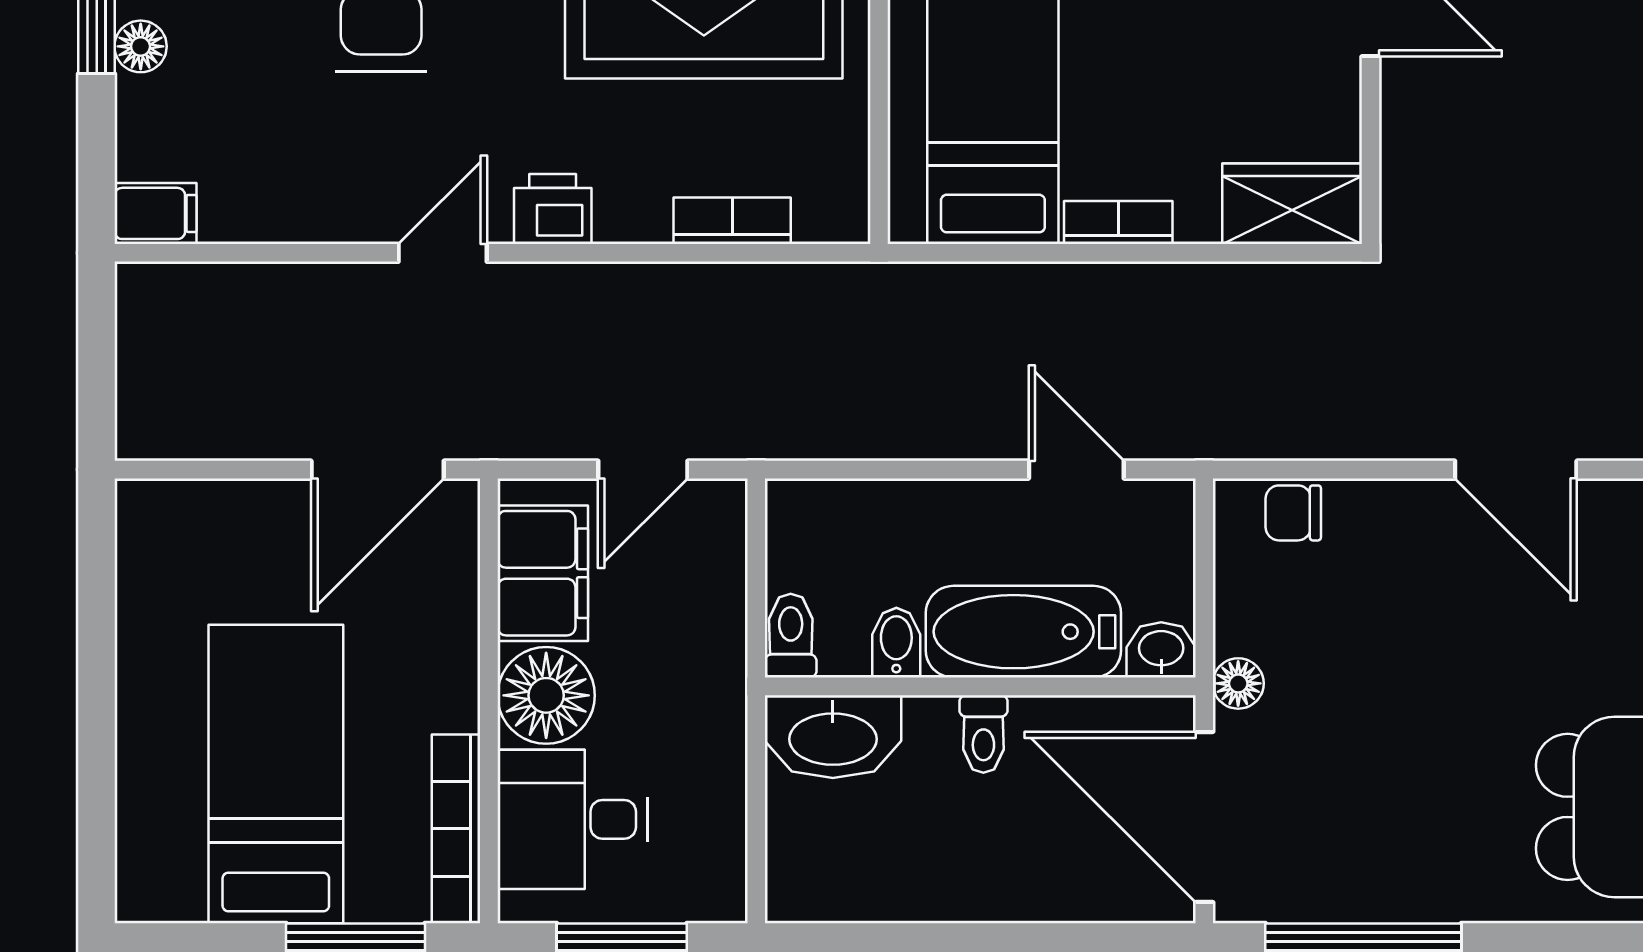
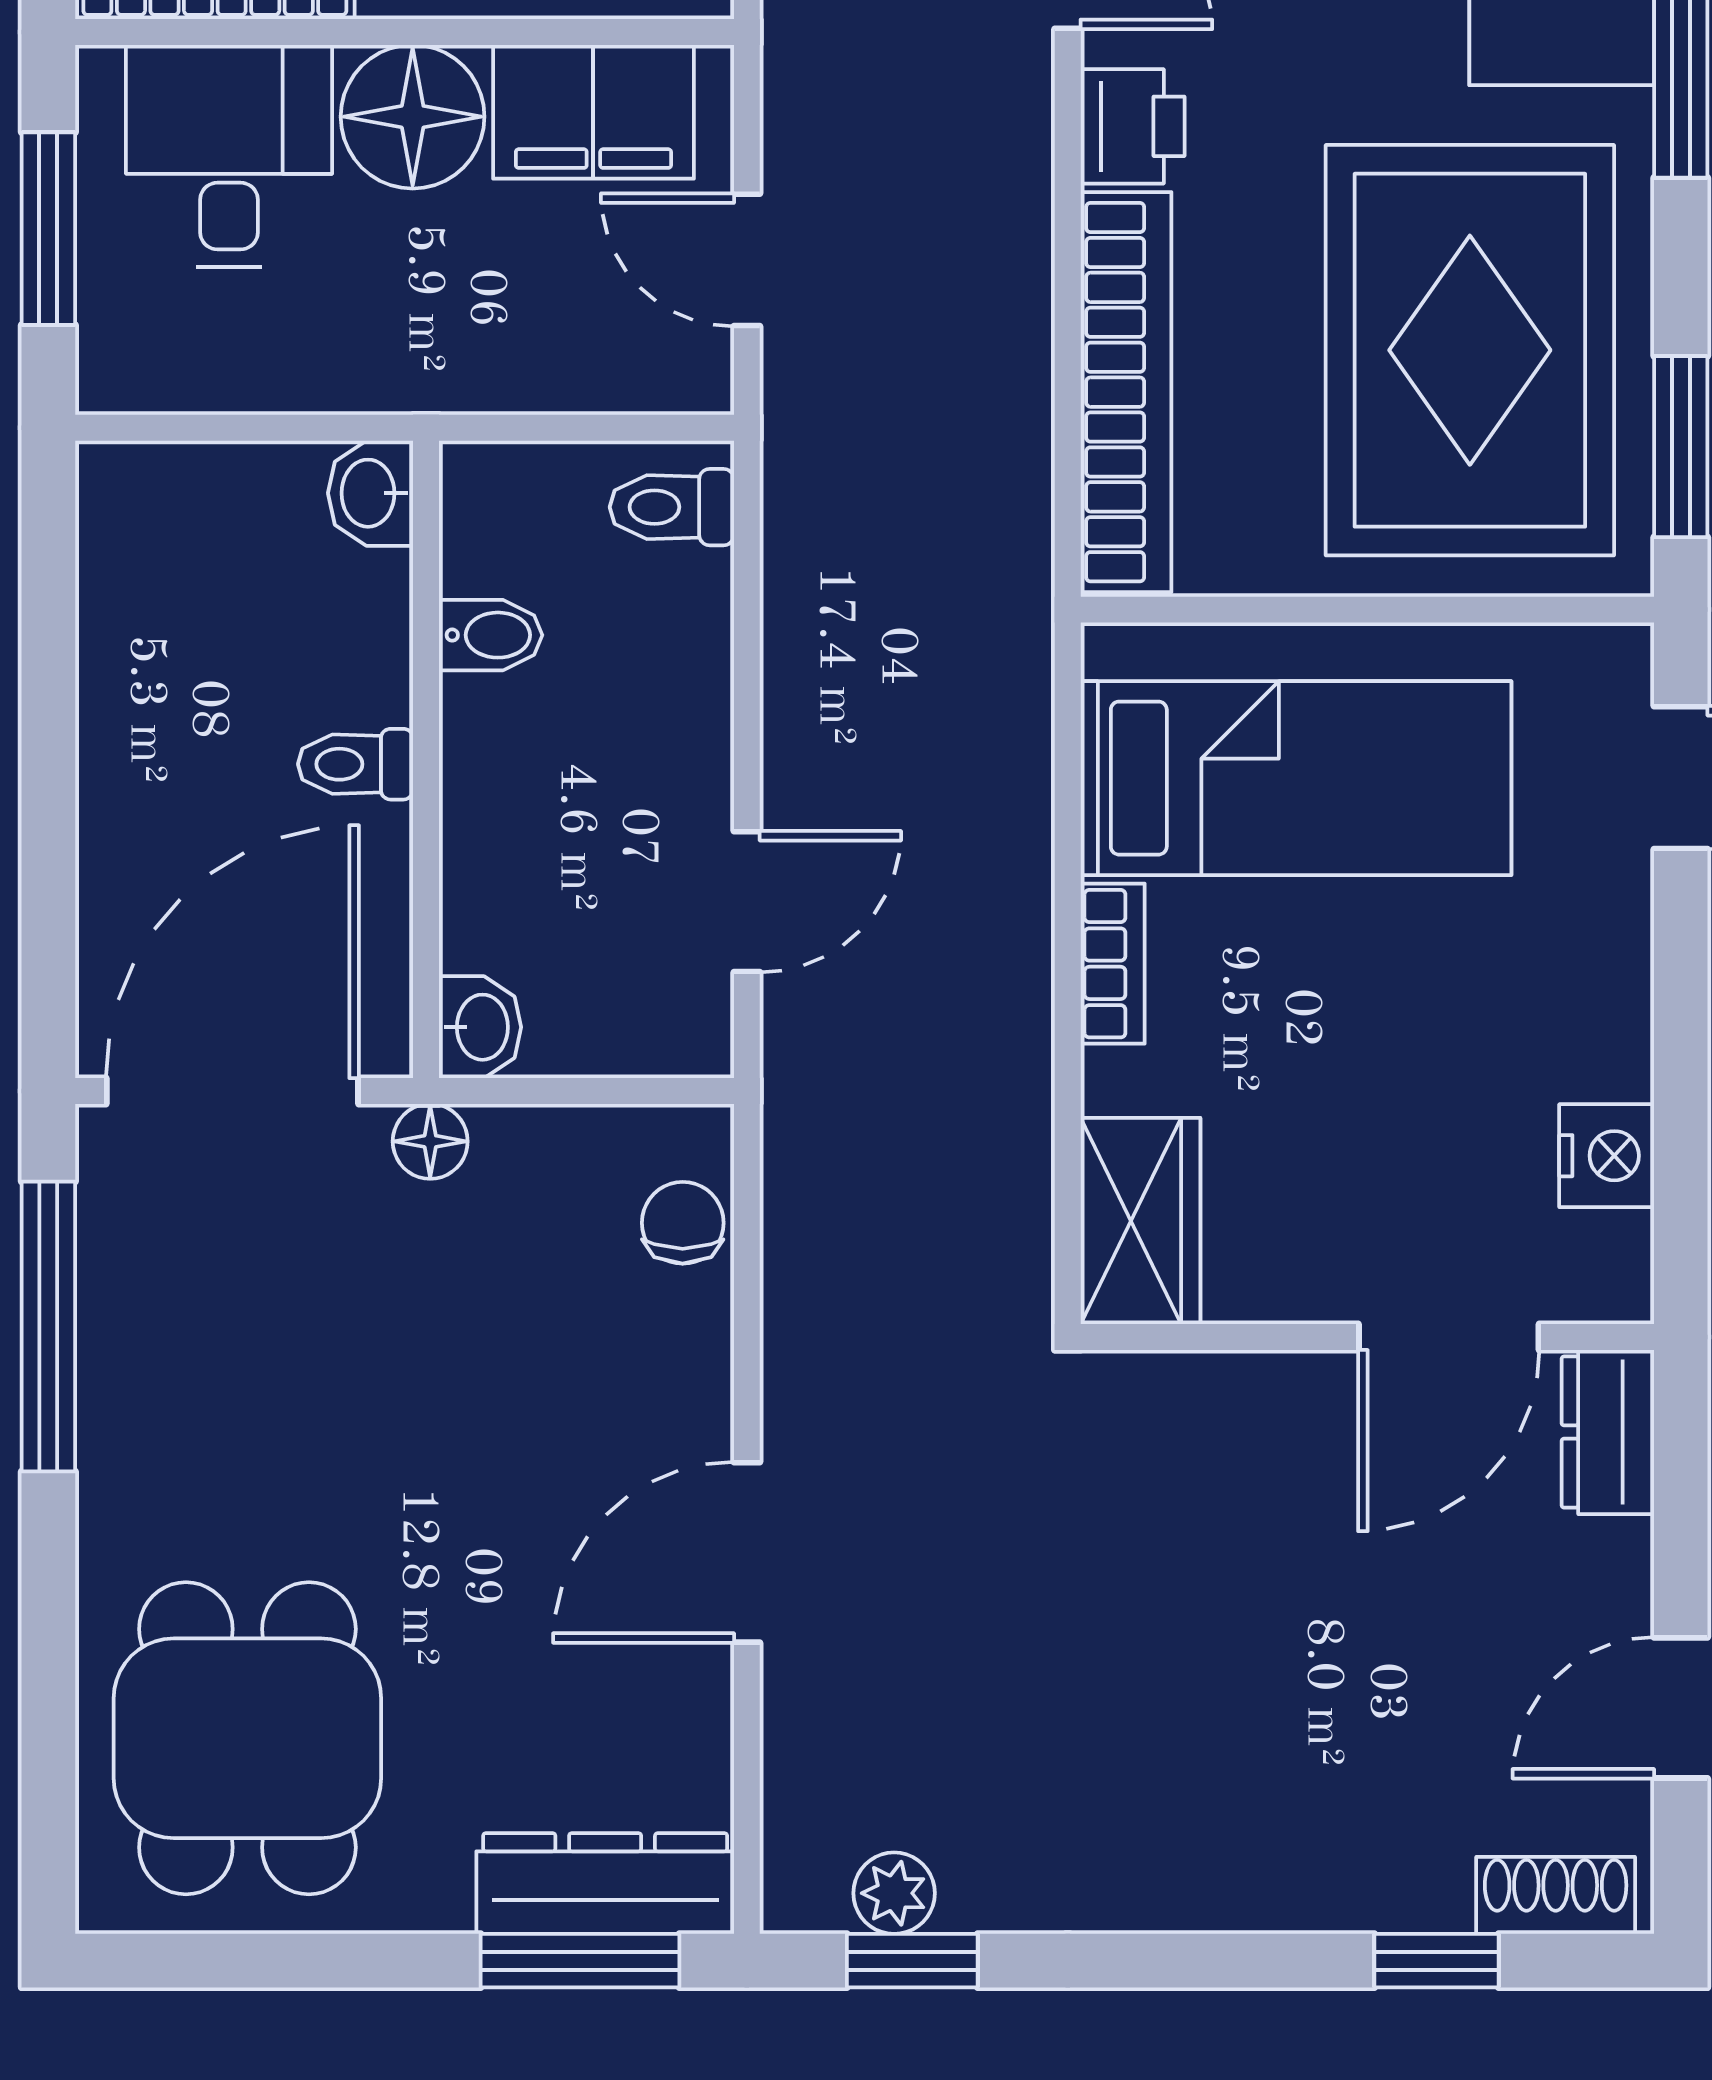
bookcase: (732, 221) -> (1126, 392), width x2.31, depth x1.31
bathtub: (1023, 632) -> (507, 823), removed
toilet: (791, 636) -> (672, 507), moved, turned 180
washbasin: (833, 737) -> (371, 493), width x0.52, depth x0.69

